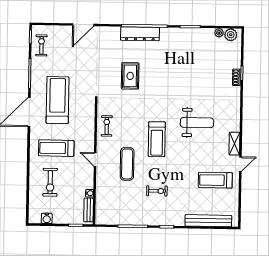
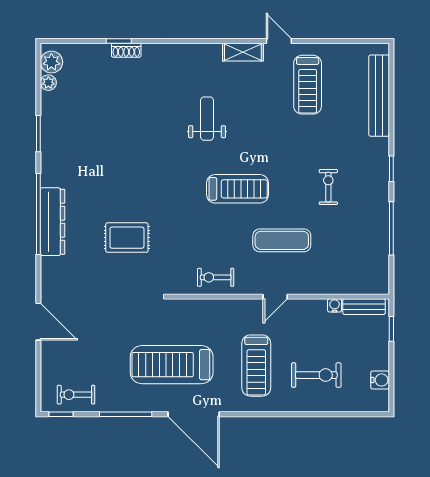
weight bench: (197, 123) -> (207, 119), width x0.73, depth x0.75

